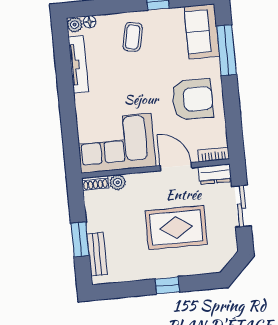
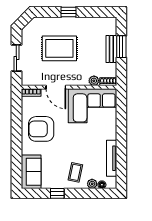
plant: (75, 25) -> (92, 184), moved
window: (226, 50) -> (16, 158), removed
dresser: (215, 174) -> (31, 80), removed
bench: (97, 254) -> (111, 49), moved

